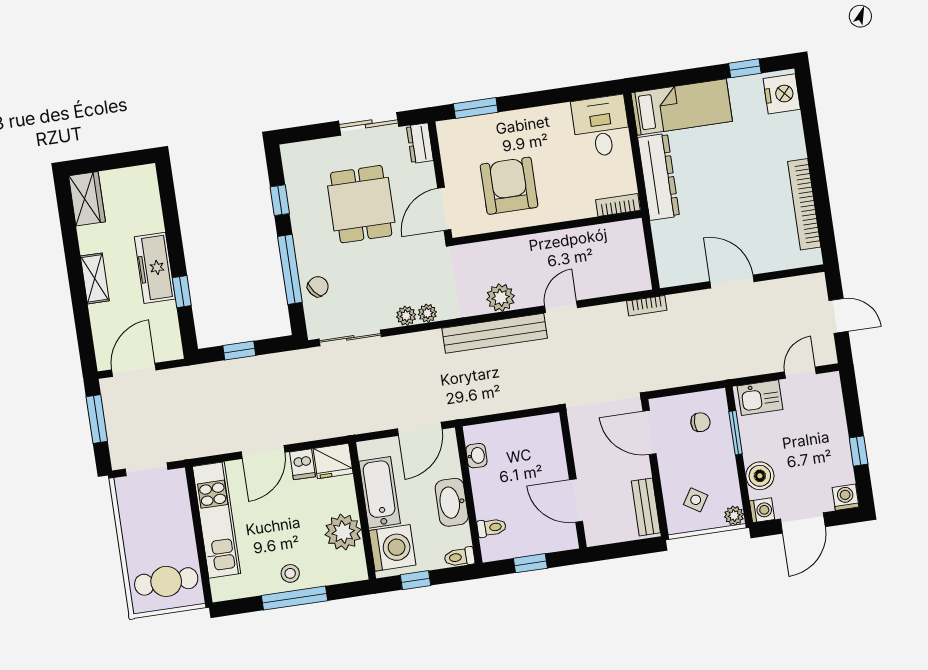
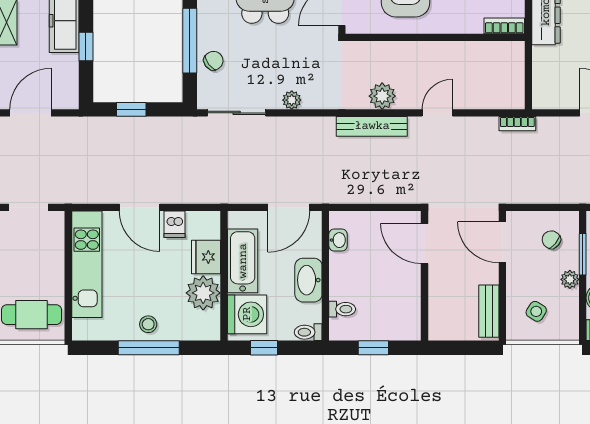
plant: (427, 313) -> (312, 101), removed
bench: (495, 333) -> (372, 126), width x0.73, depth x0.82
chair: (700, 422) -> (551, 240), turned -140
door: (263, 452) -> (140, 207), hinge flipped
fridge: (333, 461) -> (206, 257), moved, turned 90
door: (576, 501) -> (425, 243), moved
plant: (734, 516) -> (570, 279), moved

